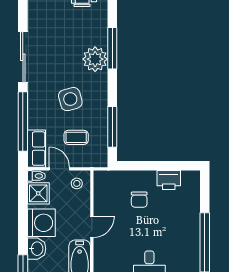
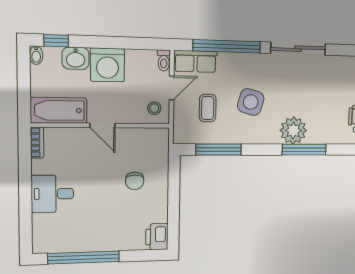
side table: (70, 99) -> (251, 102), turned 31
printer: (169, 180) -> (157, 237), moved
shower: (38, 193) -> (143, 62), removed
chair: (139, 200) -> (135, 181), turned -90

